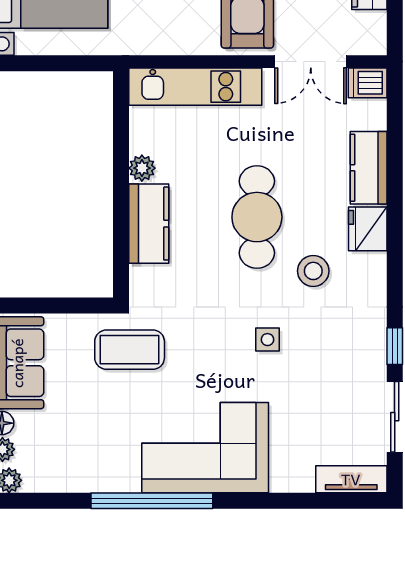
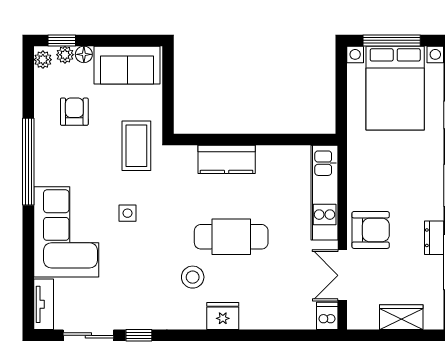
plant: (142, 168) -> (266, 155), removed
kitchen counter: (369, 168) -> (266, 317), removed
side table: (267, 340) -> (127, 213), moved
armchair: (82, 436) -> (74, 112), added
corner sofa: (205, 448) -> (66, 232), moved

